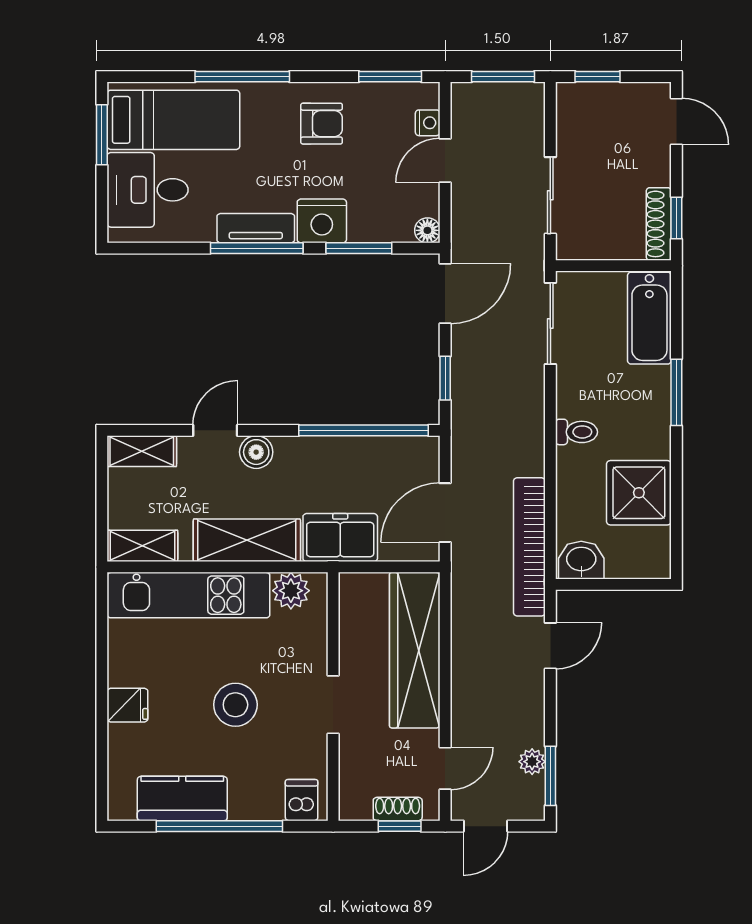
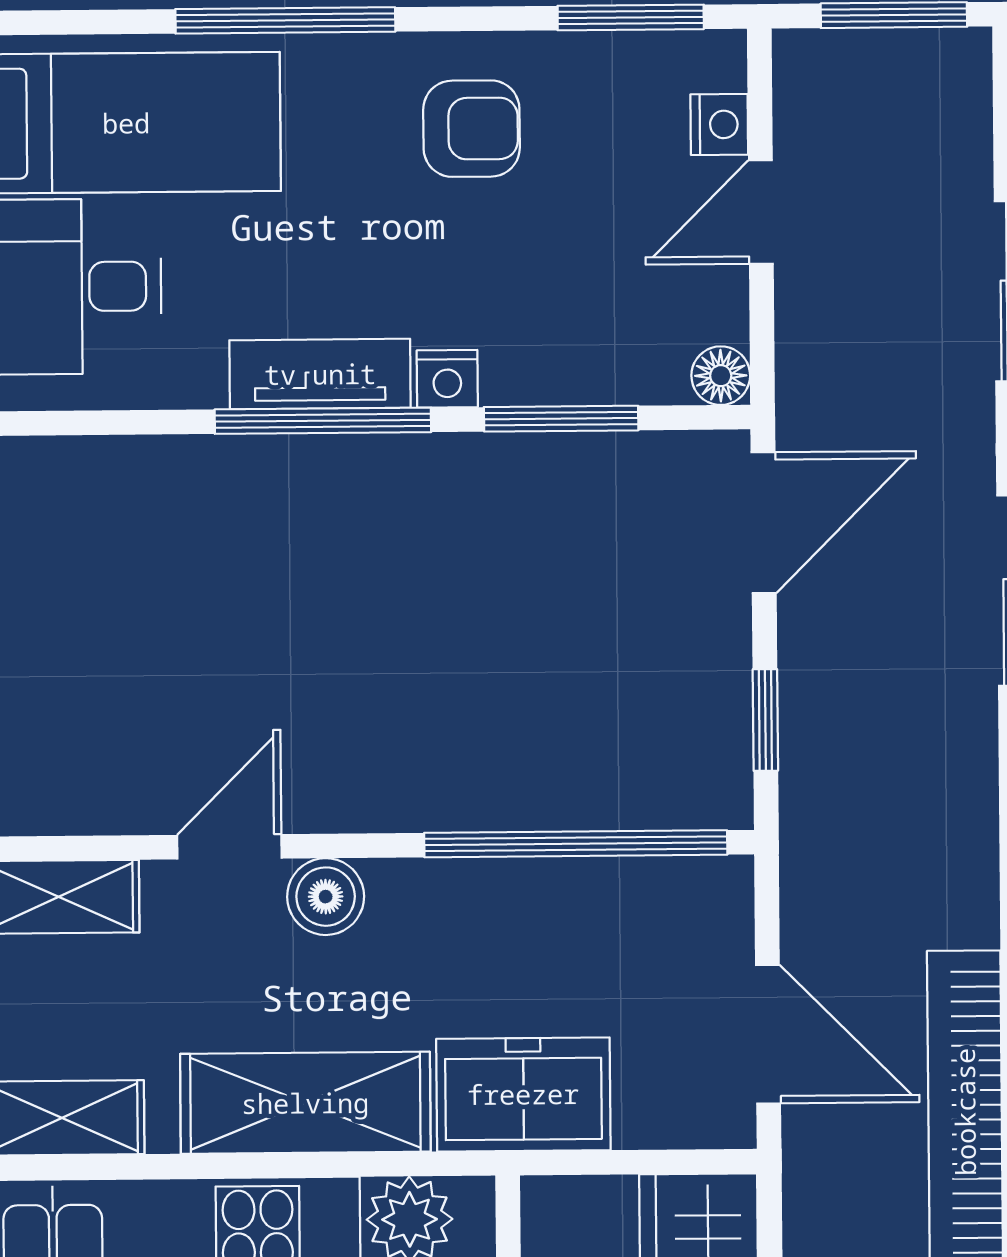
nightstand: (322, 221) -> (447, 379), width x0.53, depth x0.56
door: (445, 513) -> (768, 1034), swing flipped

